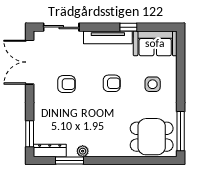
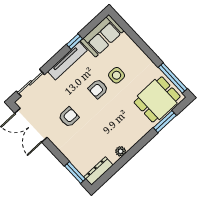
armchair: (112, 83) -> (98, 89), turned 180
side table: (153, 84) -> (117, 75), moved
window: (70, 161) -> (165, 122), moved

